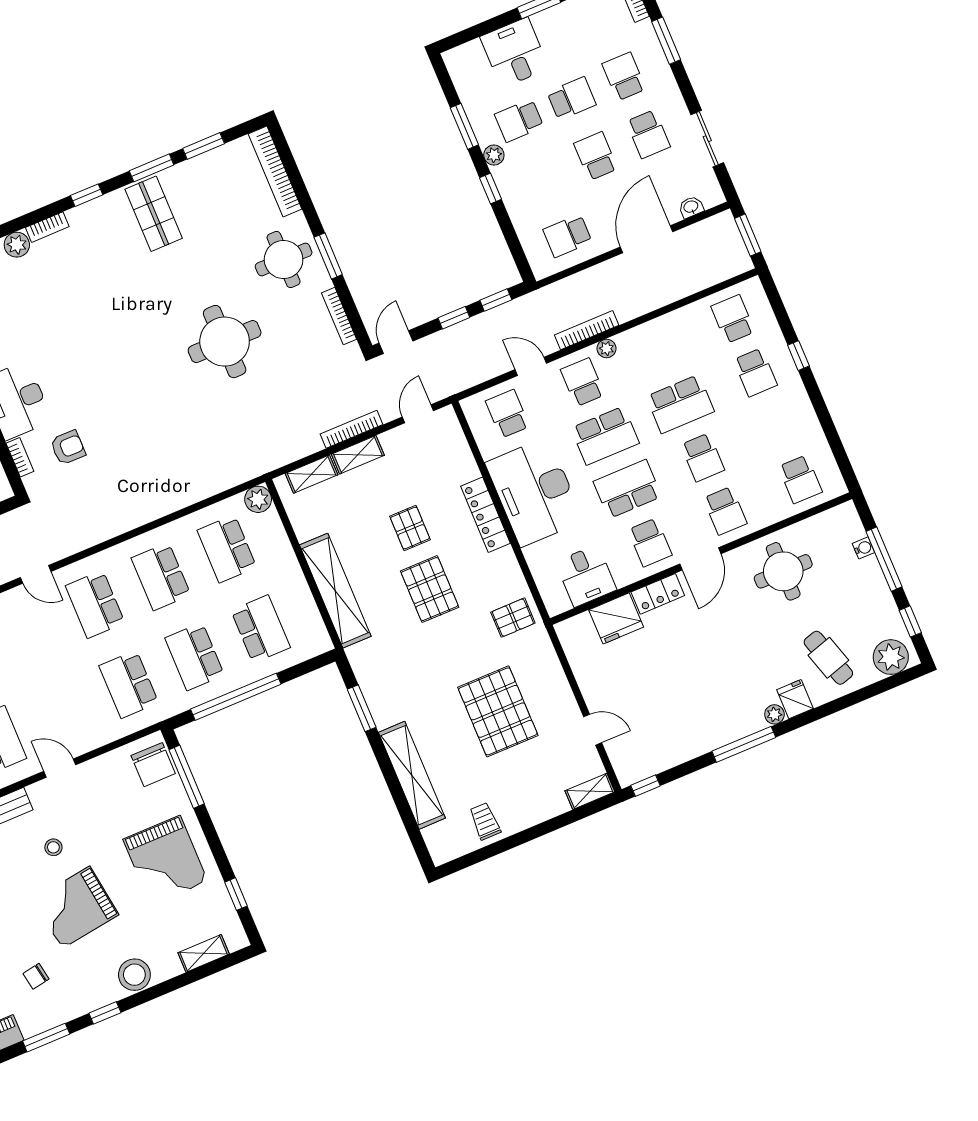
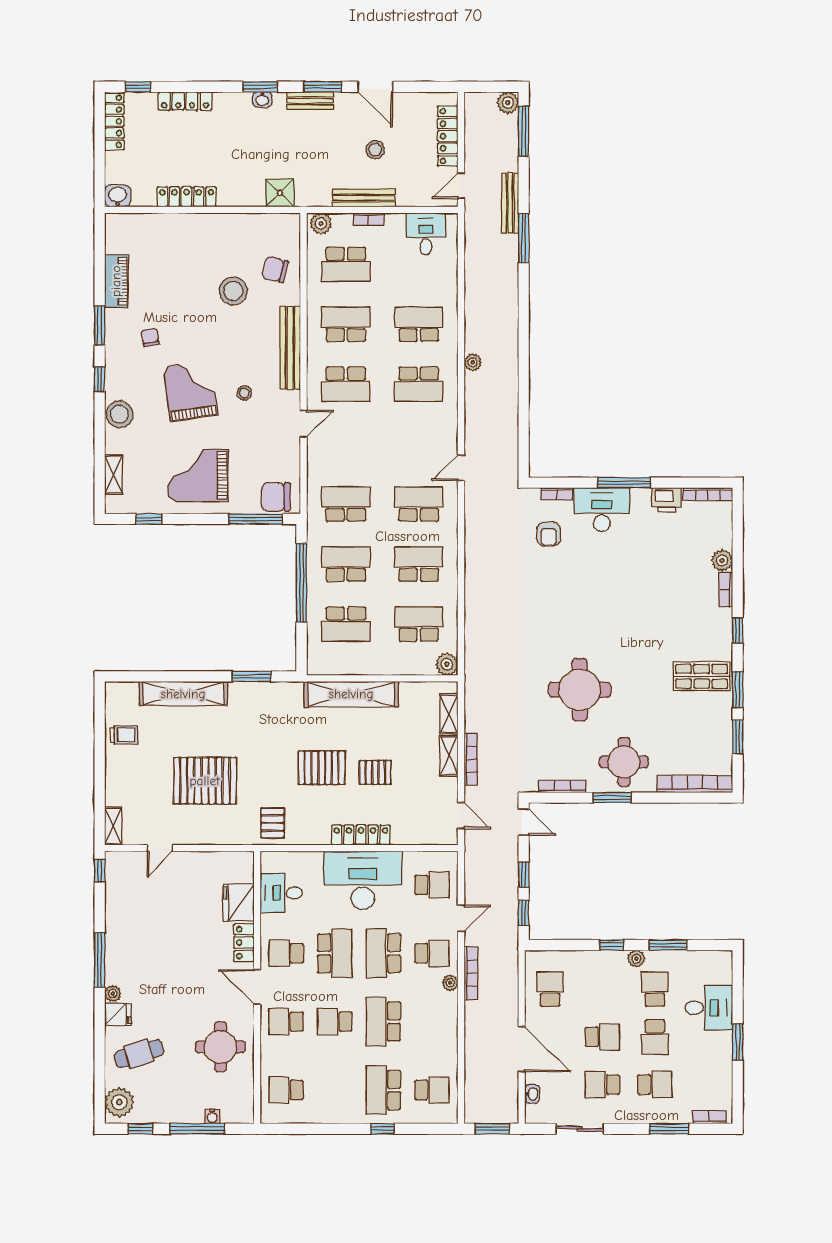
school desk: (755, 372) -> (383, 1090), width x1.85

